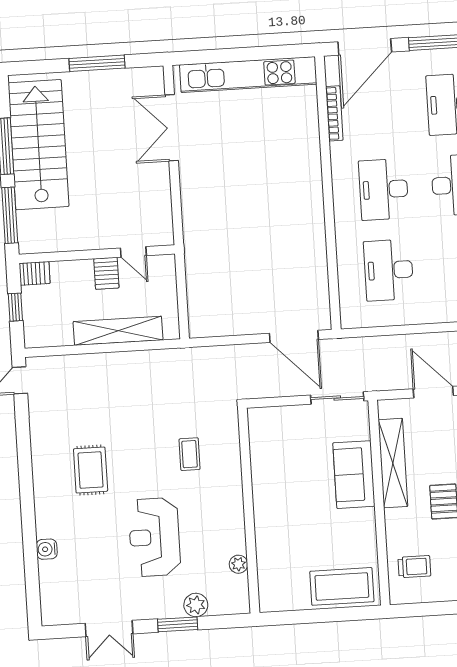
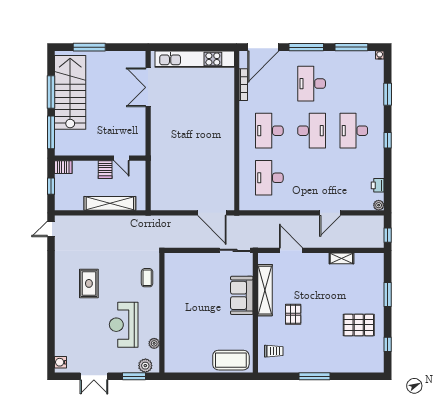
window: (97, 63) -> (89, 47), moved
wall: (249, 511) -> (162, 313), moved
water cooler: (47, 549) -> (61, 362), moved
plant: (238, 564) -> (154, 343), moved

